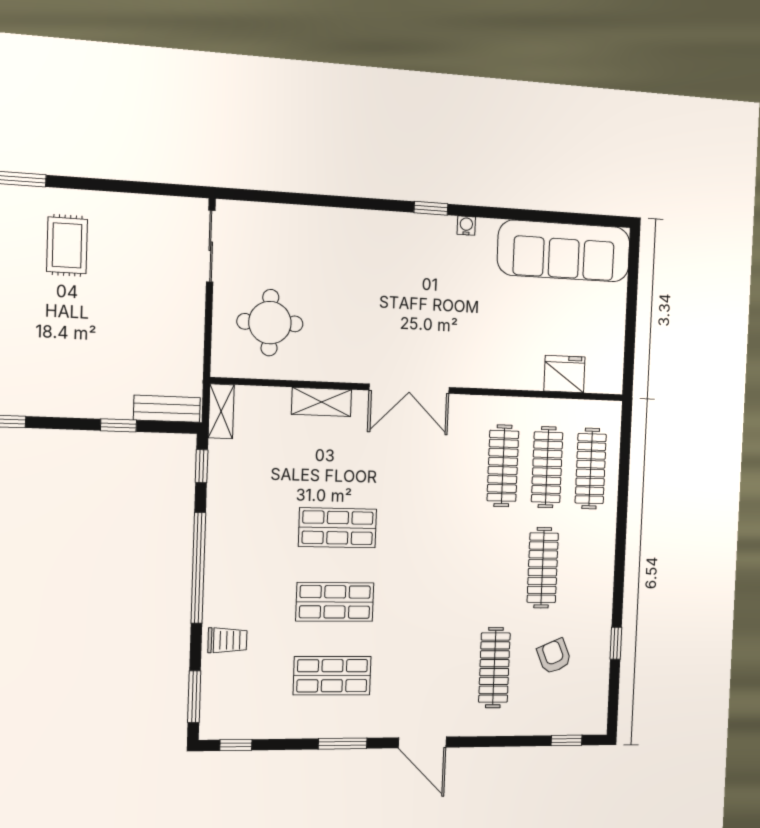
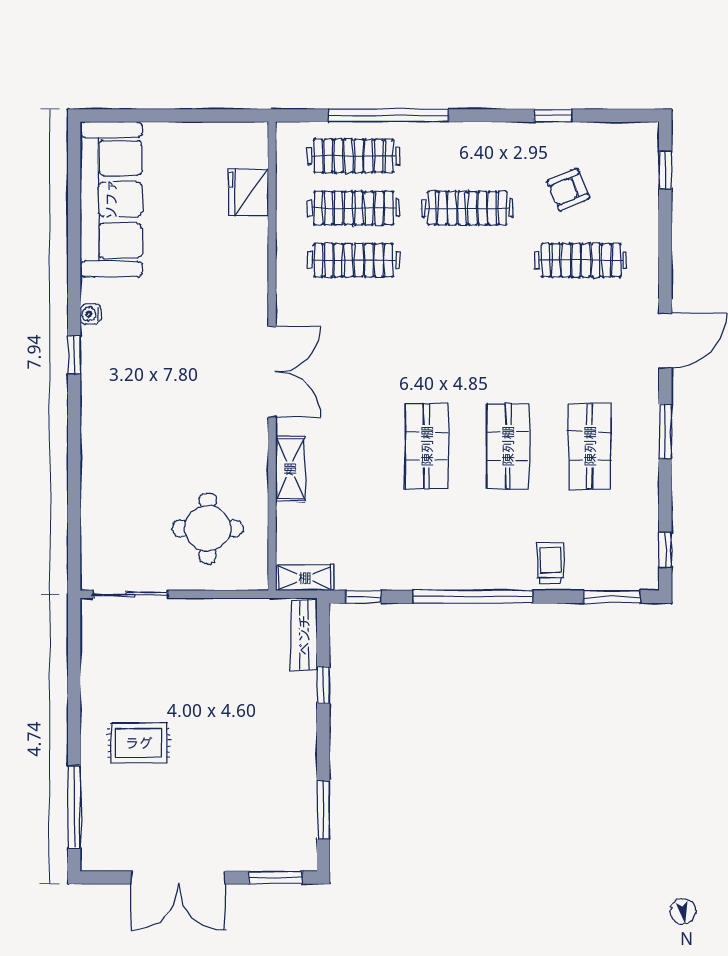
window: (623, 500) -> (388, 116), added

